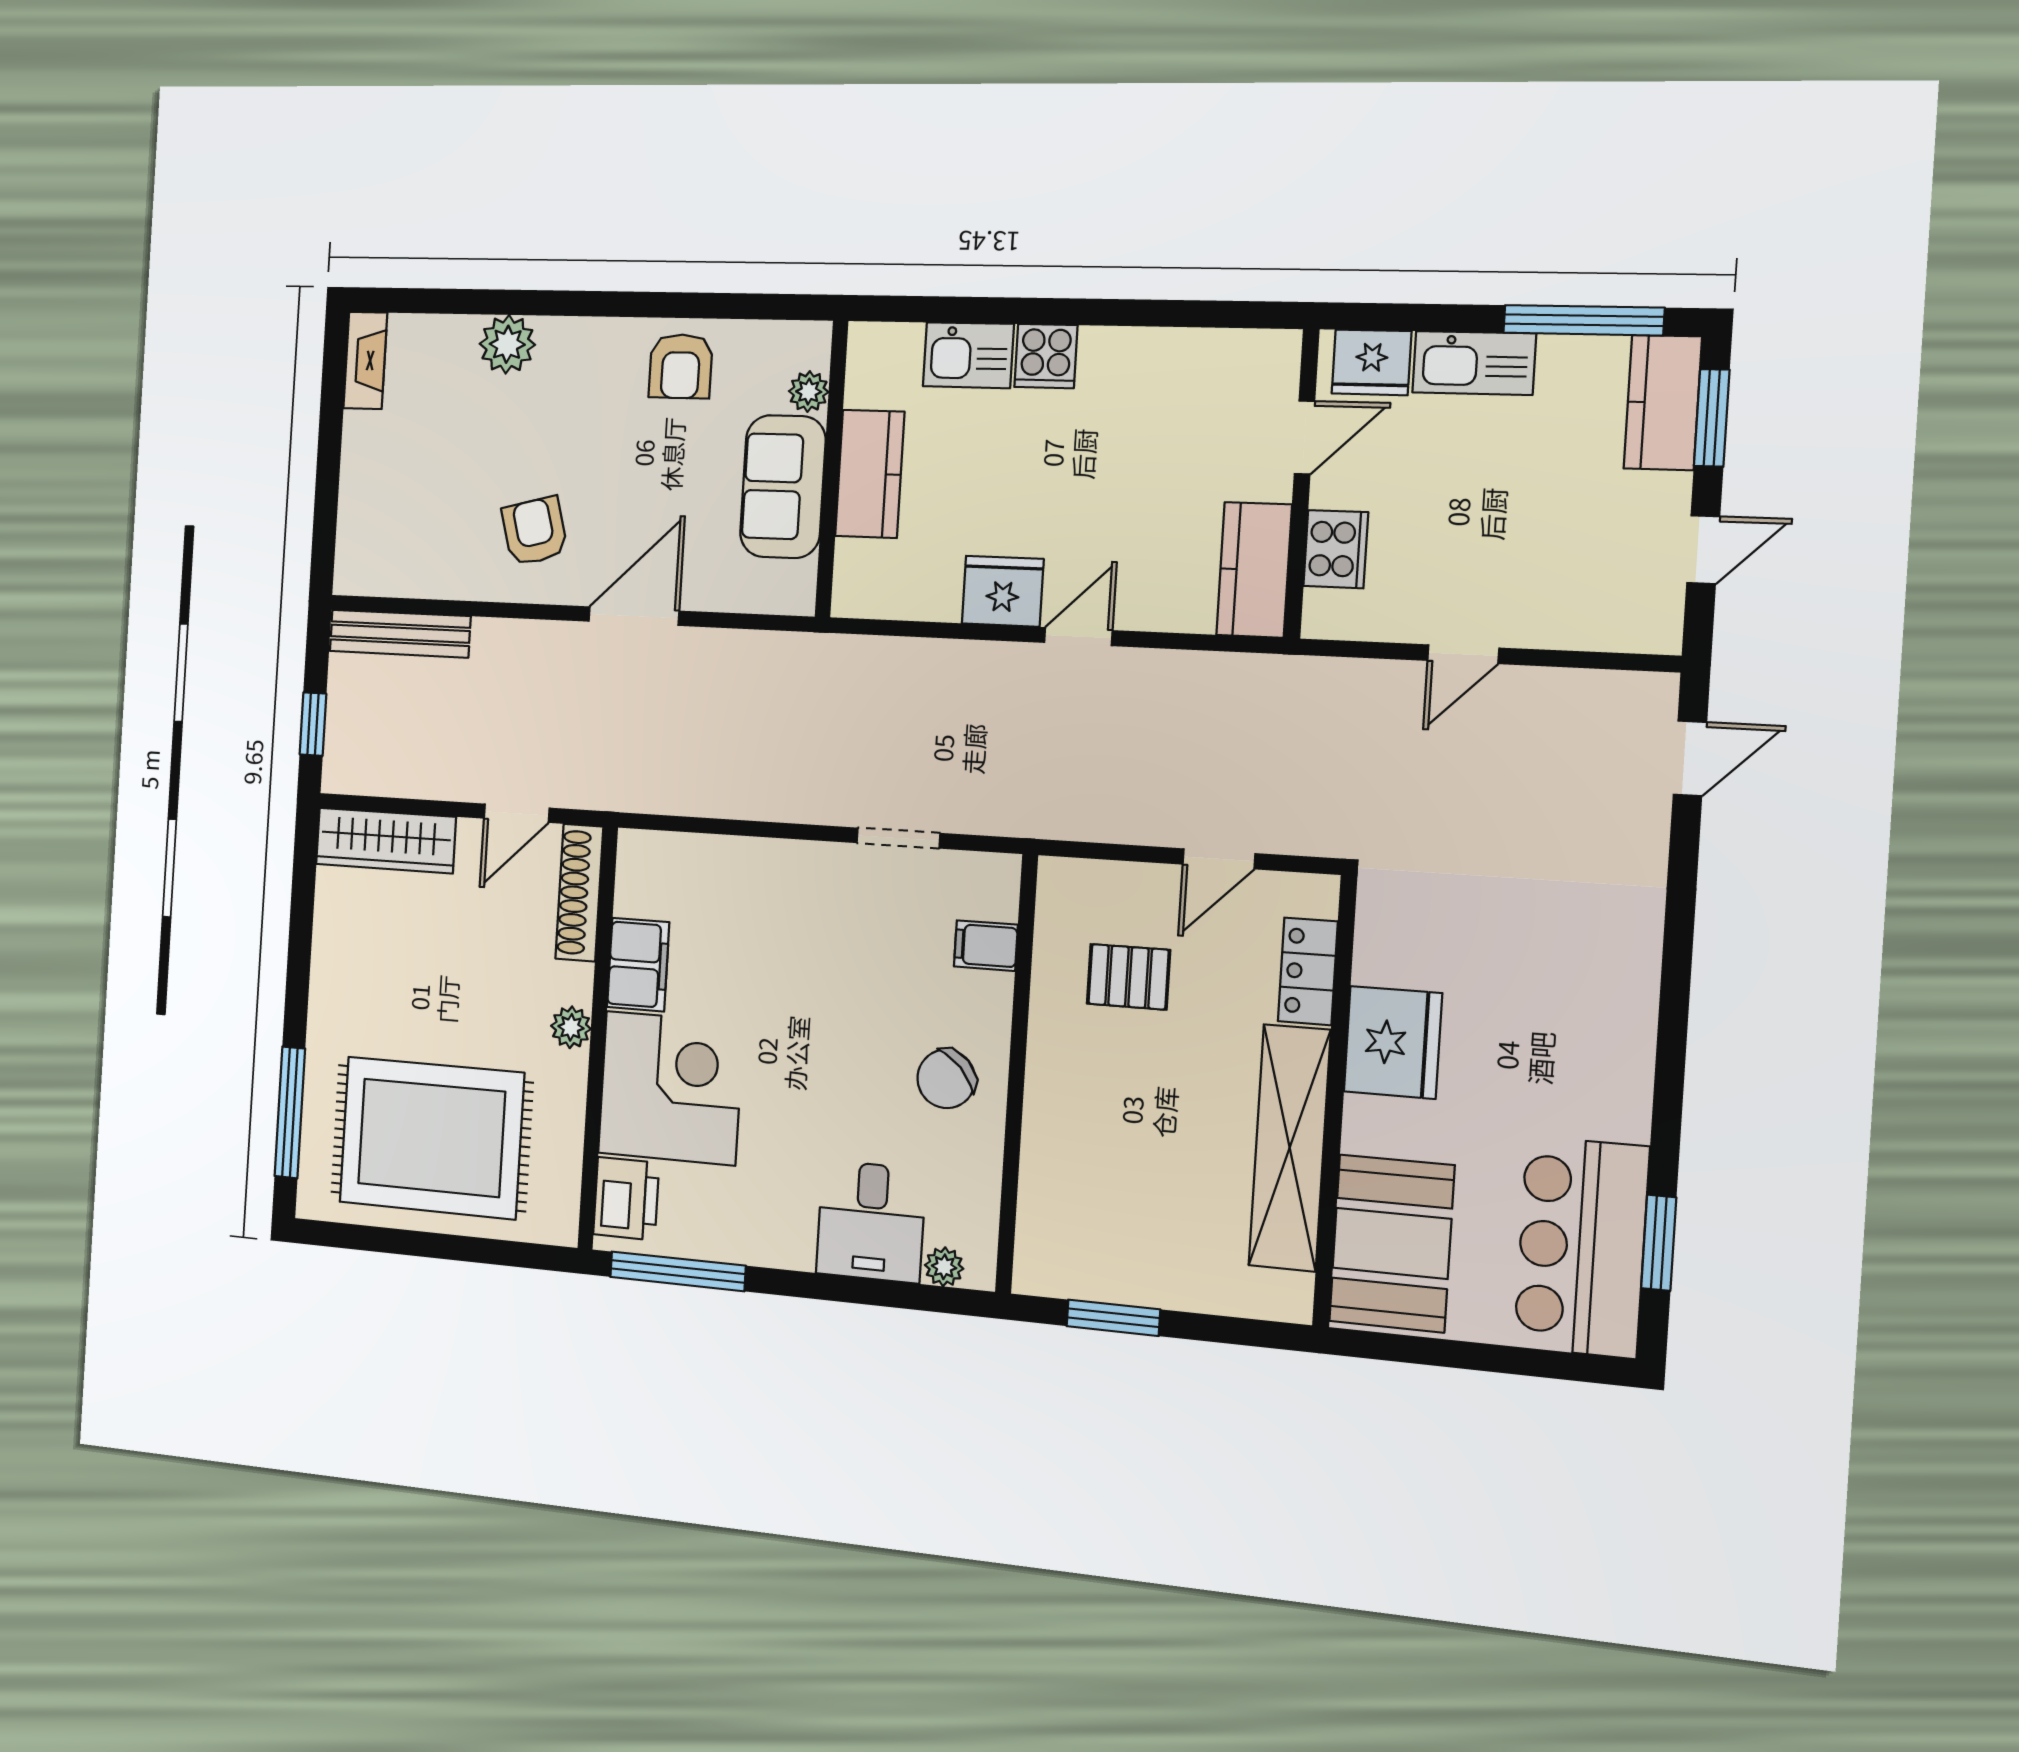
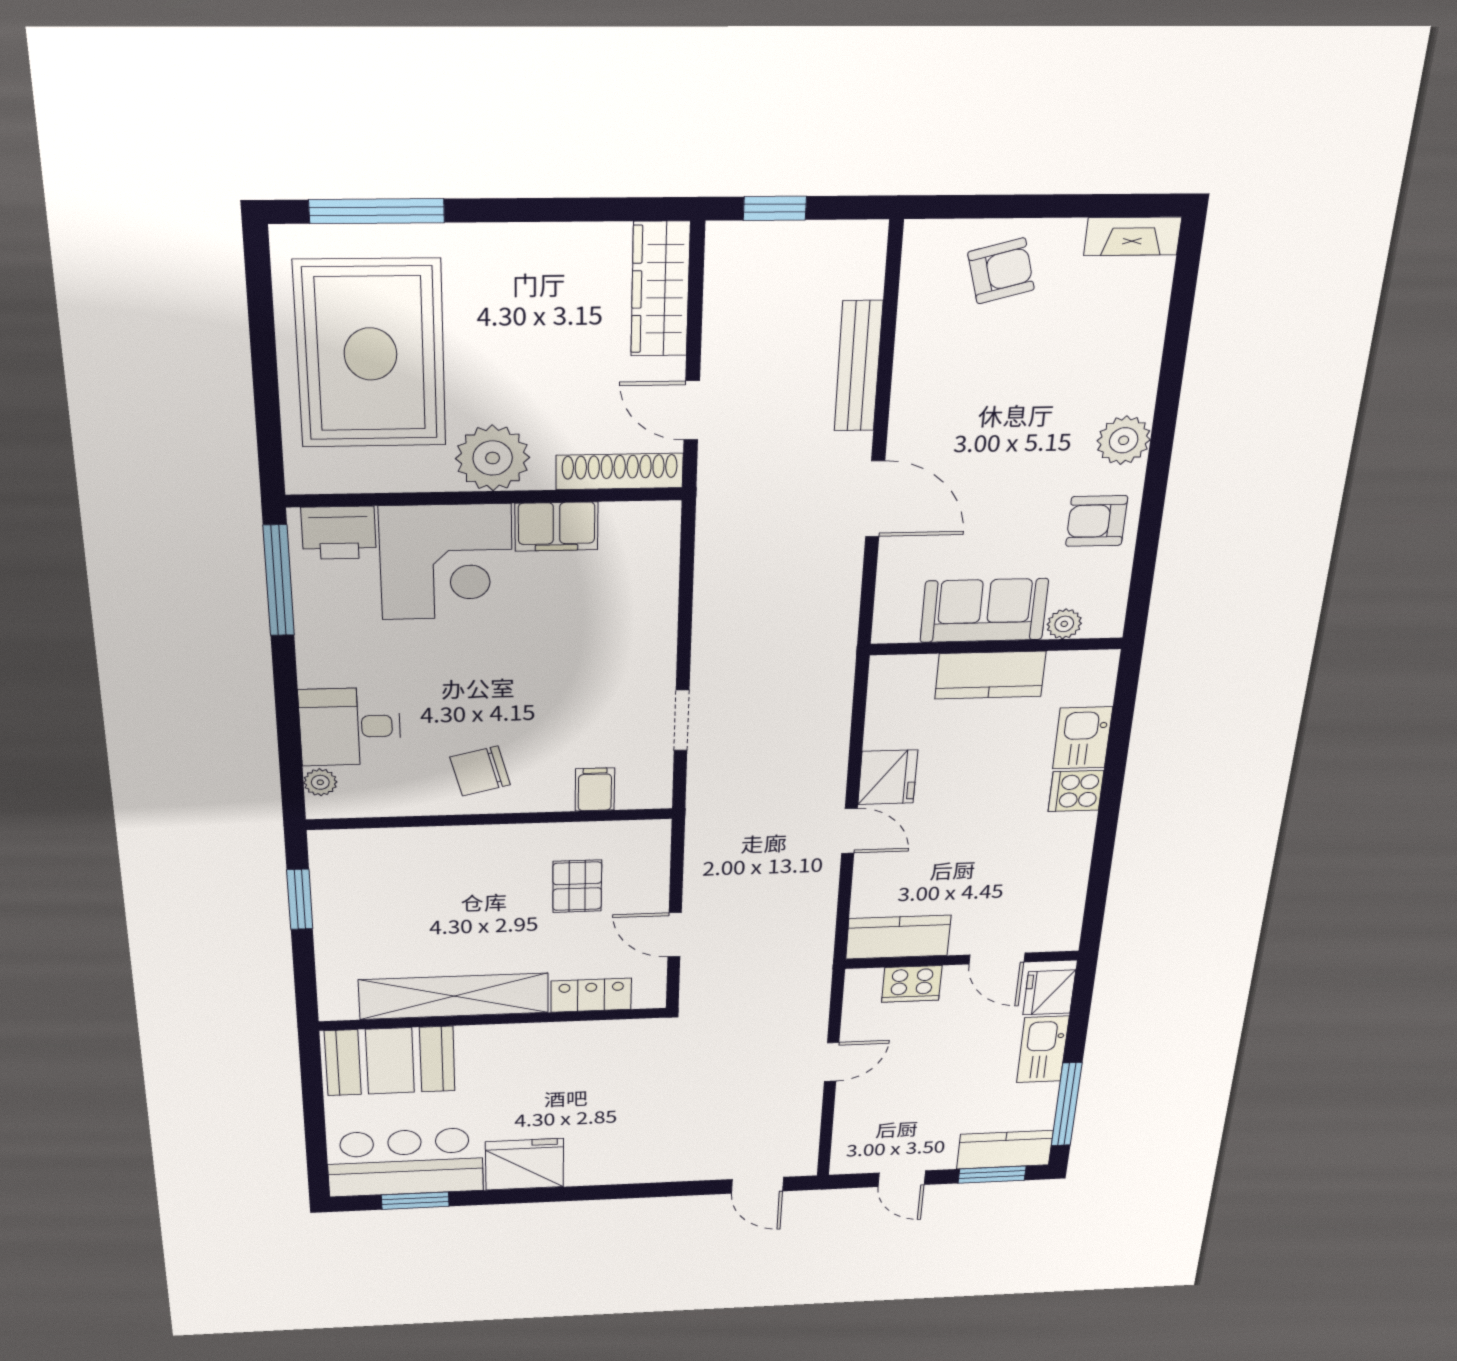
plant: (507, 344) -> (1124, 440), moved
armchair: (535, 531) -> (1001, 271), moved
bench: (400, 634) -> (858, 366), moved
door: (1463, 654) -> (832, 1062), swing flipped
plant: (571, 1027) -> (493, 458), width x1.88, depth x1.88
fridge: (1393, 1042) -> (525, 1164), moved, turned 180
chair: (946, 1079) -> (480, 771), turned -61

